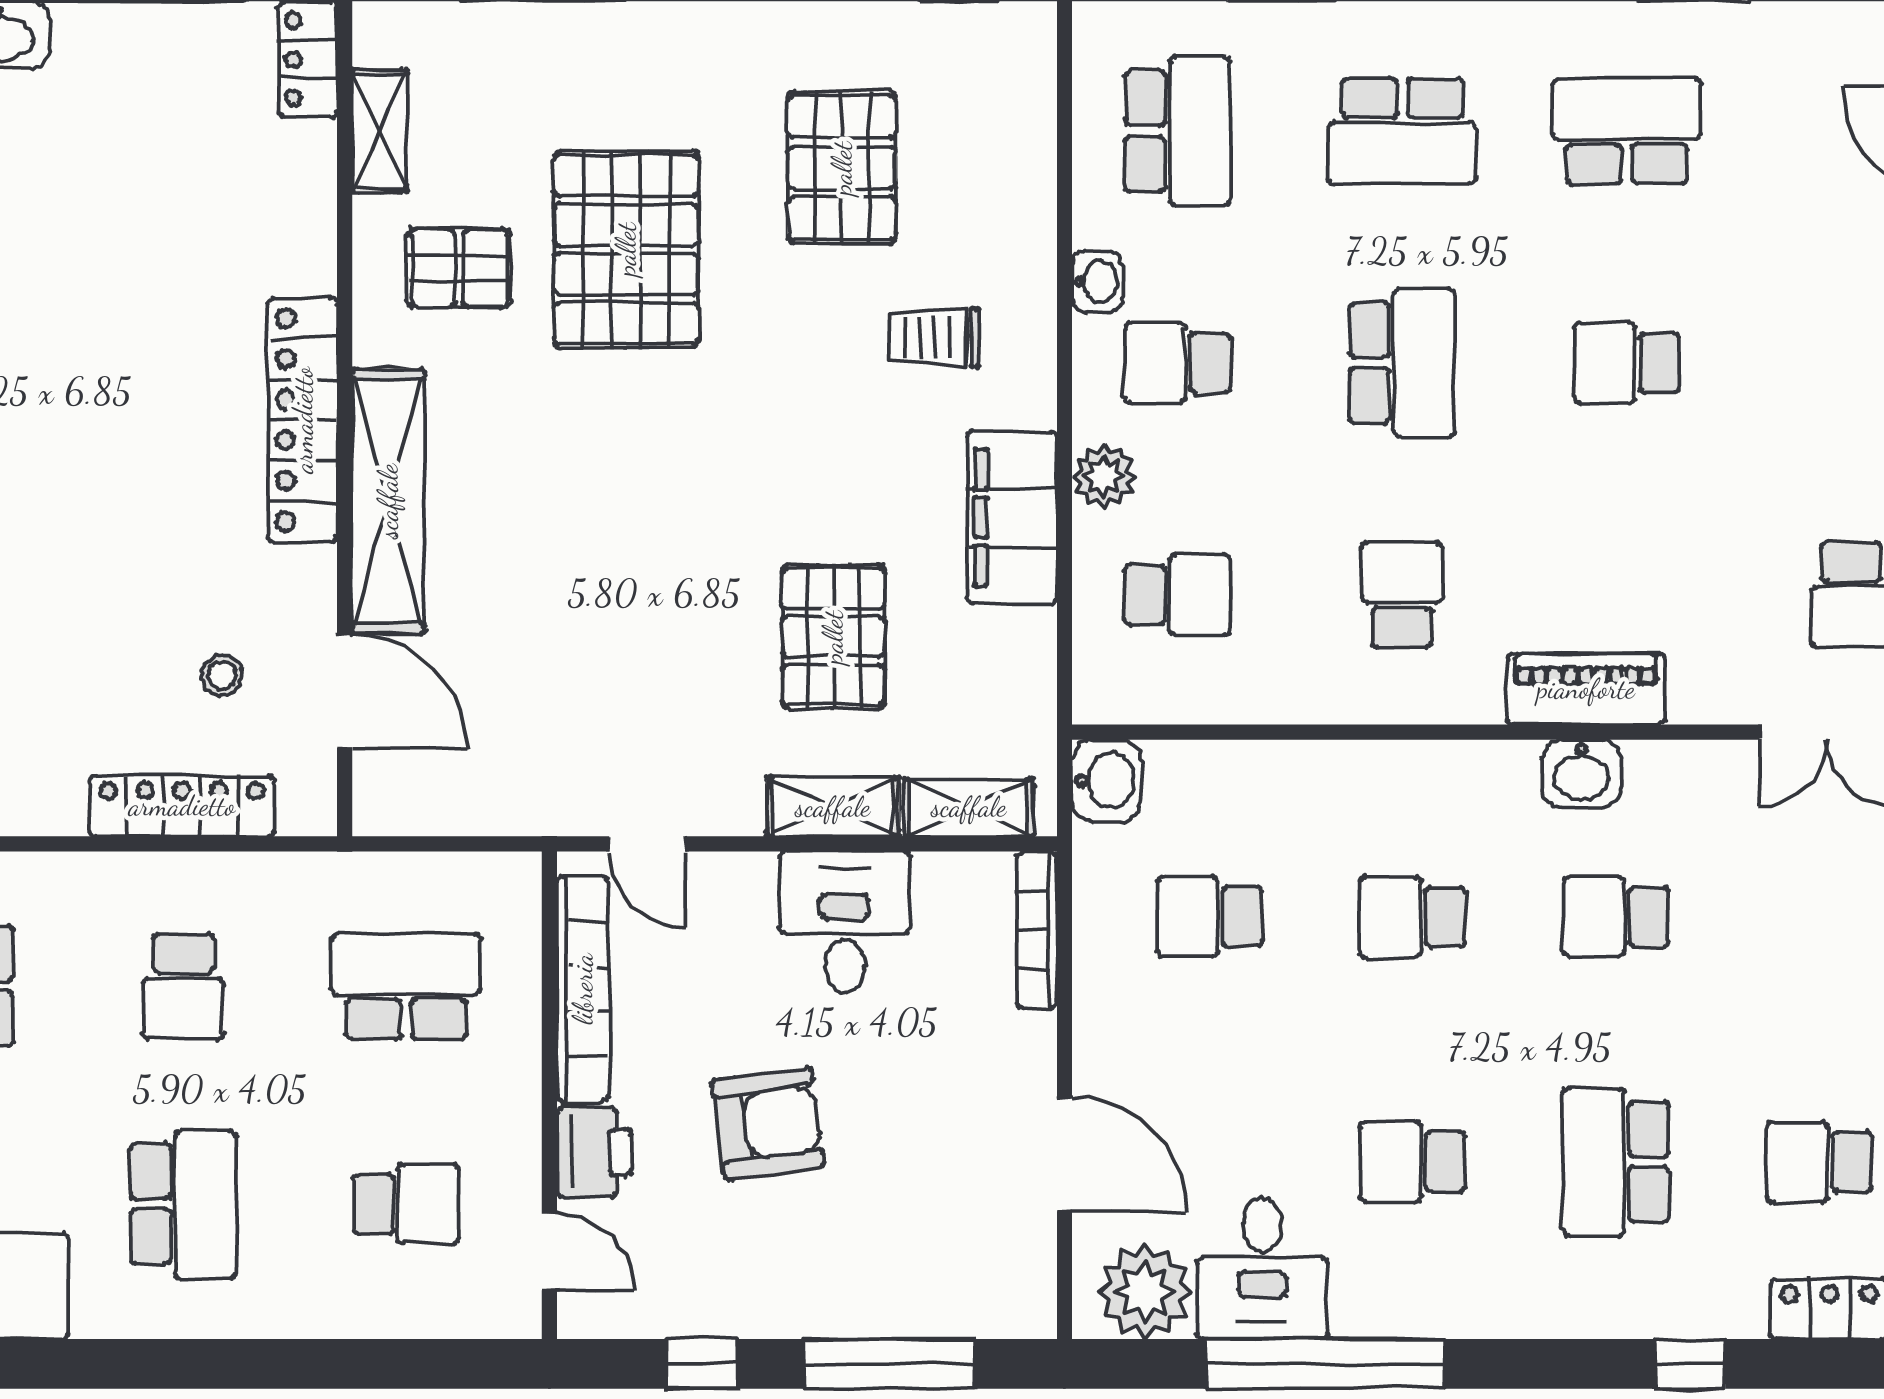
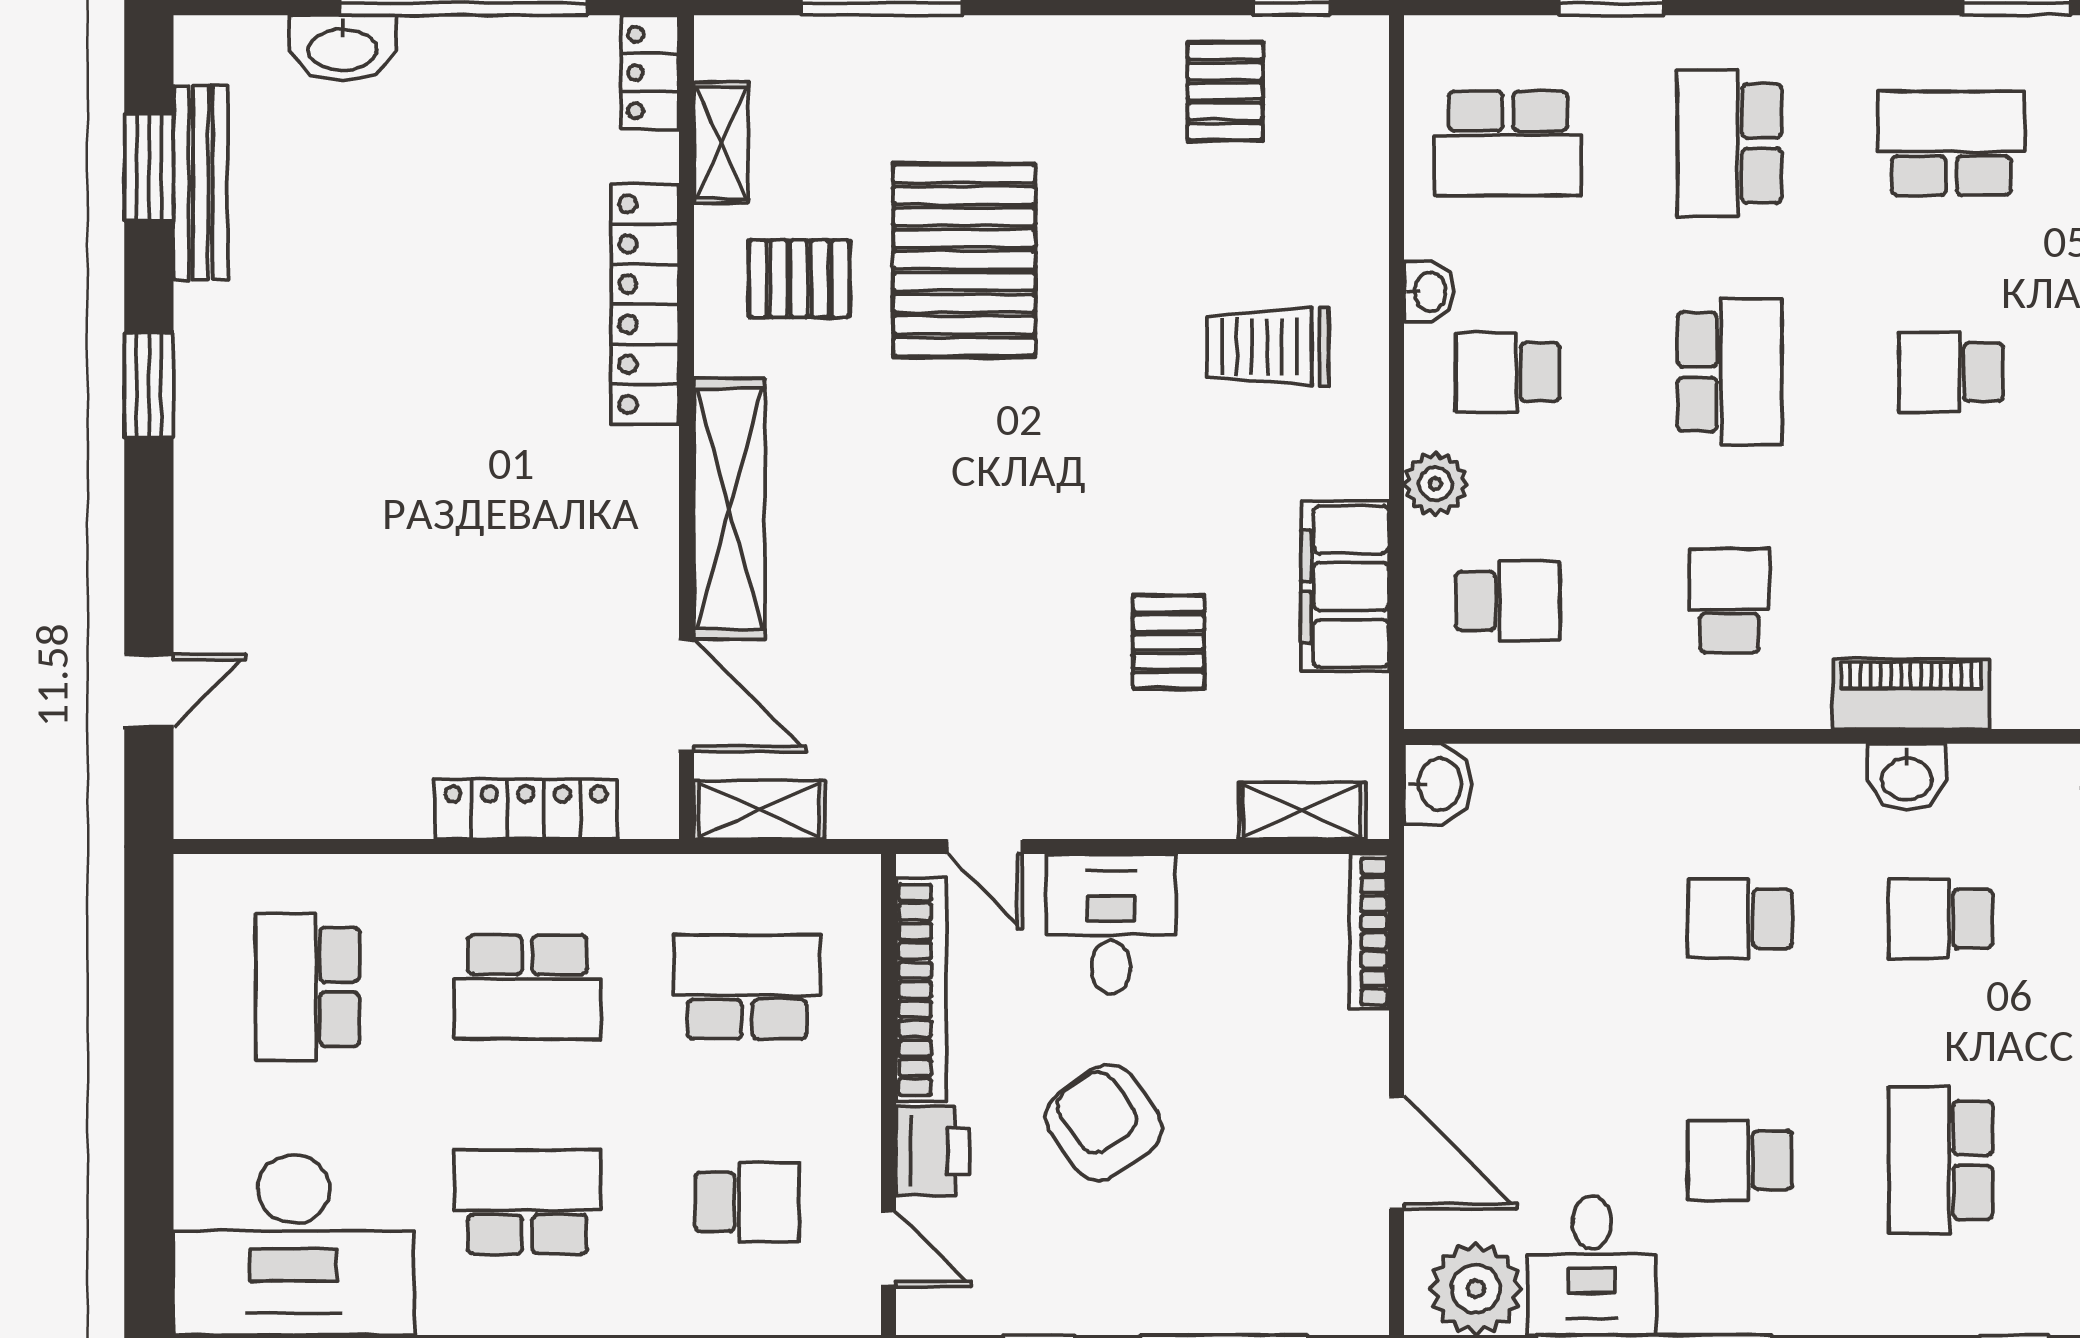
school desk: (1177, 131) -> (1508, 143), turned 90
school desk: (1402, 131) -> (1730, 143), turned 90
pallet: (842, 168) -> (1225, 91), moved, width x0.67, depth x0.71
trolley: (934, 337) -> (1268, 347), width x1.36, depth x1.39
locker: (303, 420) -> (645, 304), moved
filing cabinet: (1012, 517) -> (1345, 586), moved
pallet: (833, 637) -> (1169, 642), width x0.67, depth x0.71
stool: (222, 675) -> (565, 680), removed
shelving: (833, 807) -> (759, 810), moved
school desk: (1209, 917) -> (1539, 919), removed
desk: (845, 922) -> (1111, 924), moved
school desk: (183, 986) -> (527, 987), width x1.85
armchair: (768, 1123) -> (1104, 1122), turned -117
school desk: (183, 1204) -> (527, 1202), turned -90

